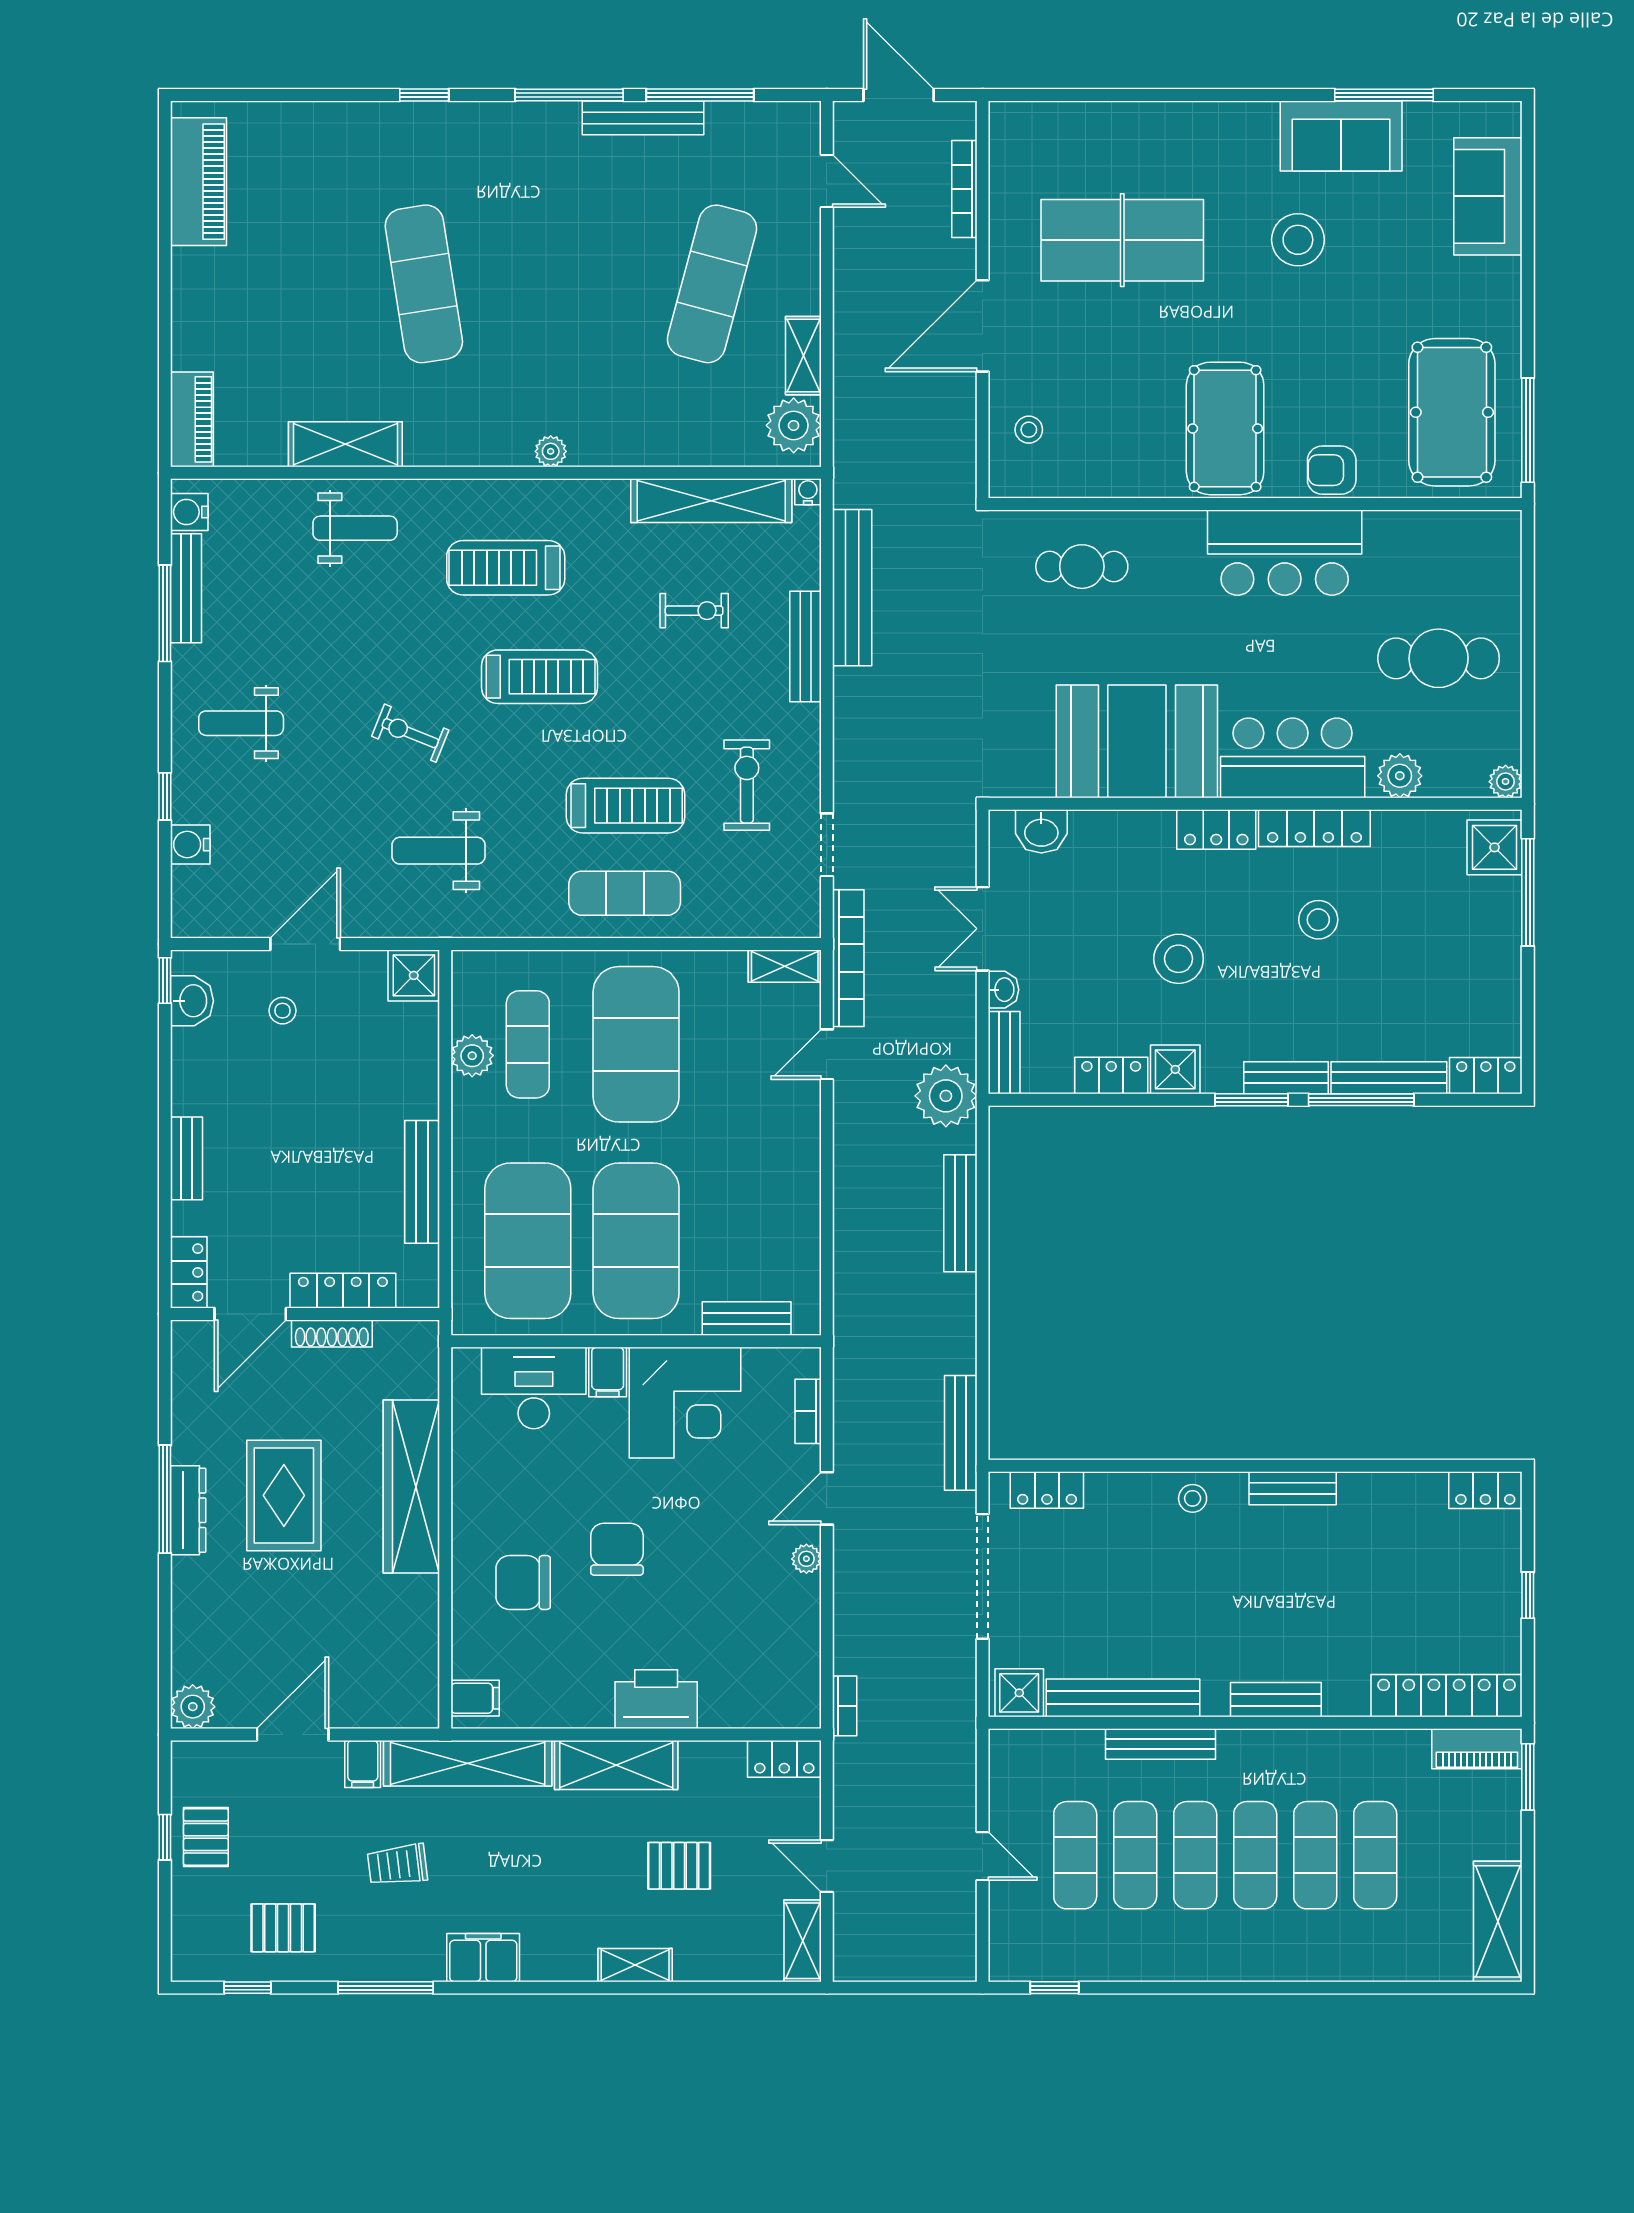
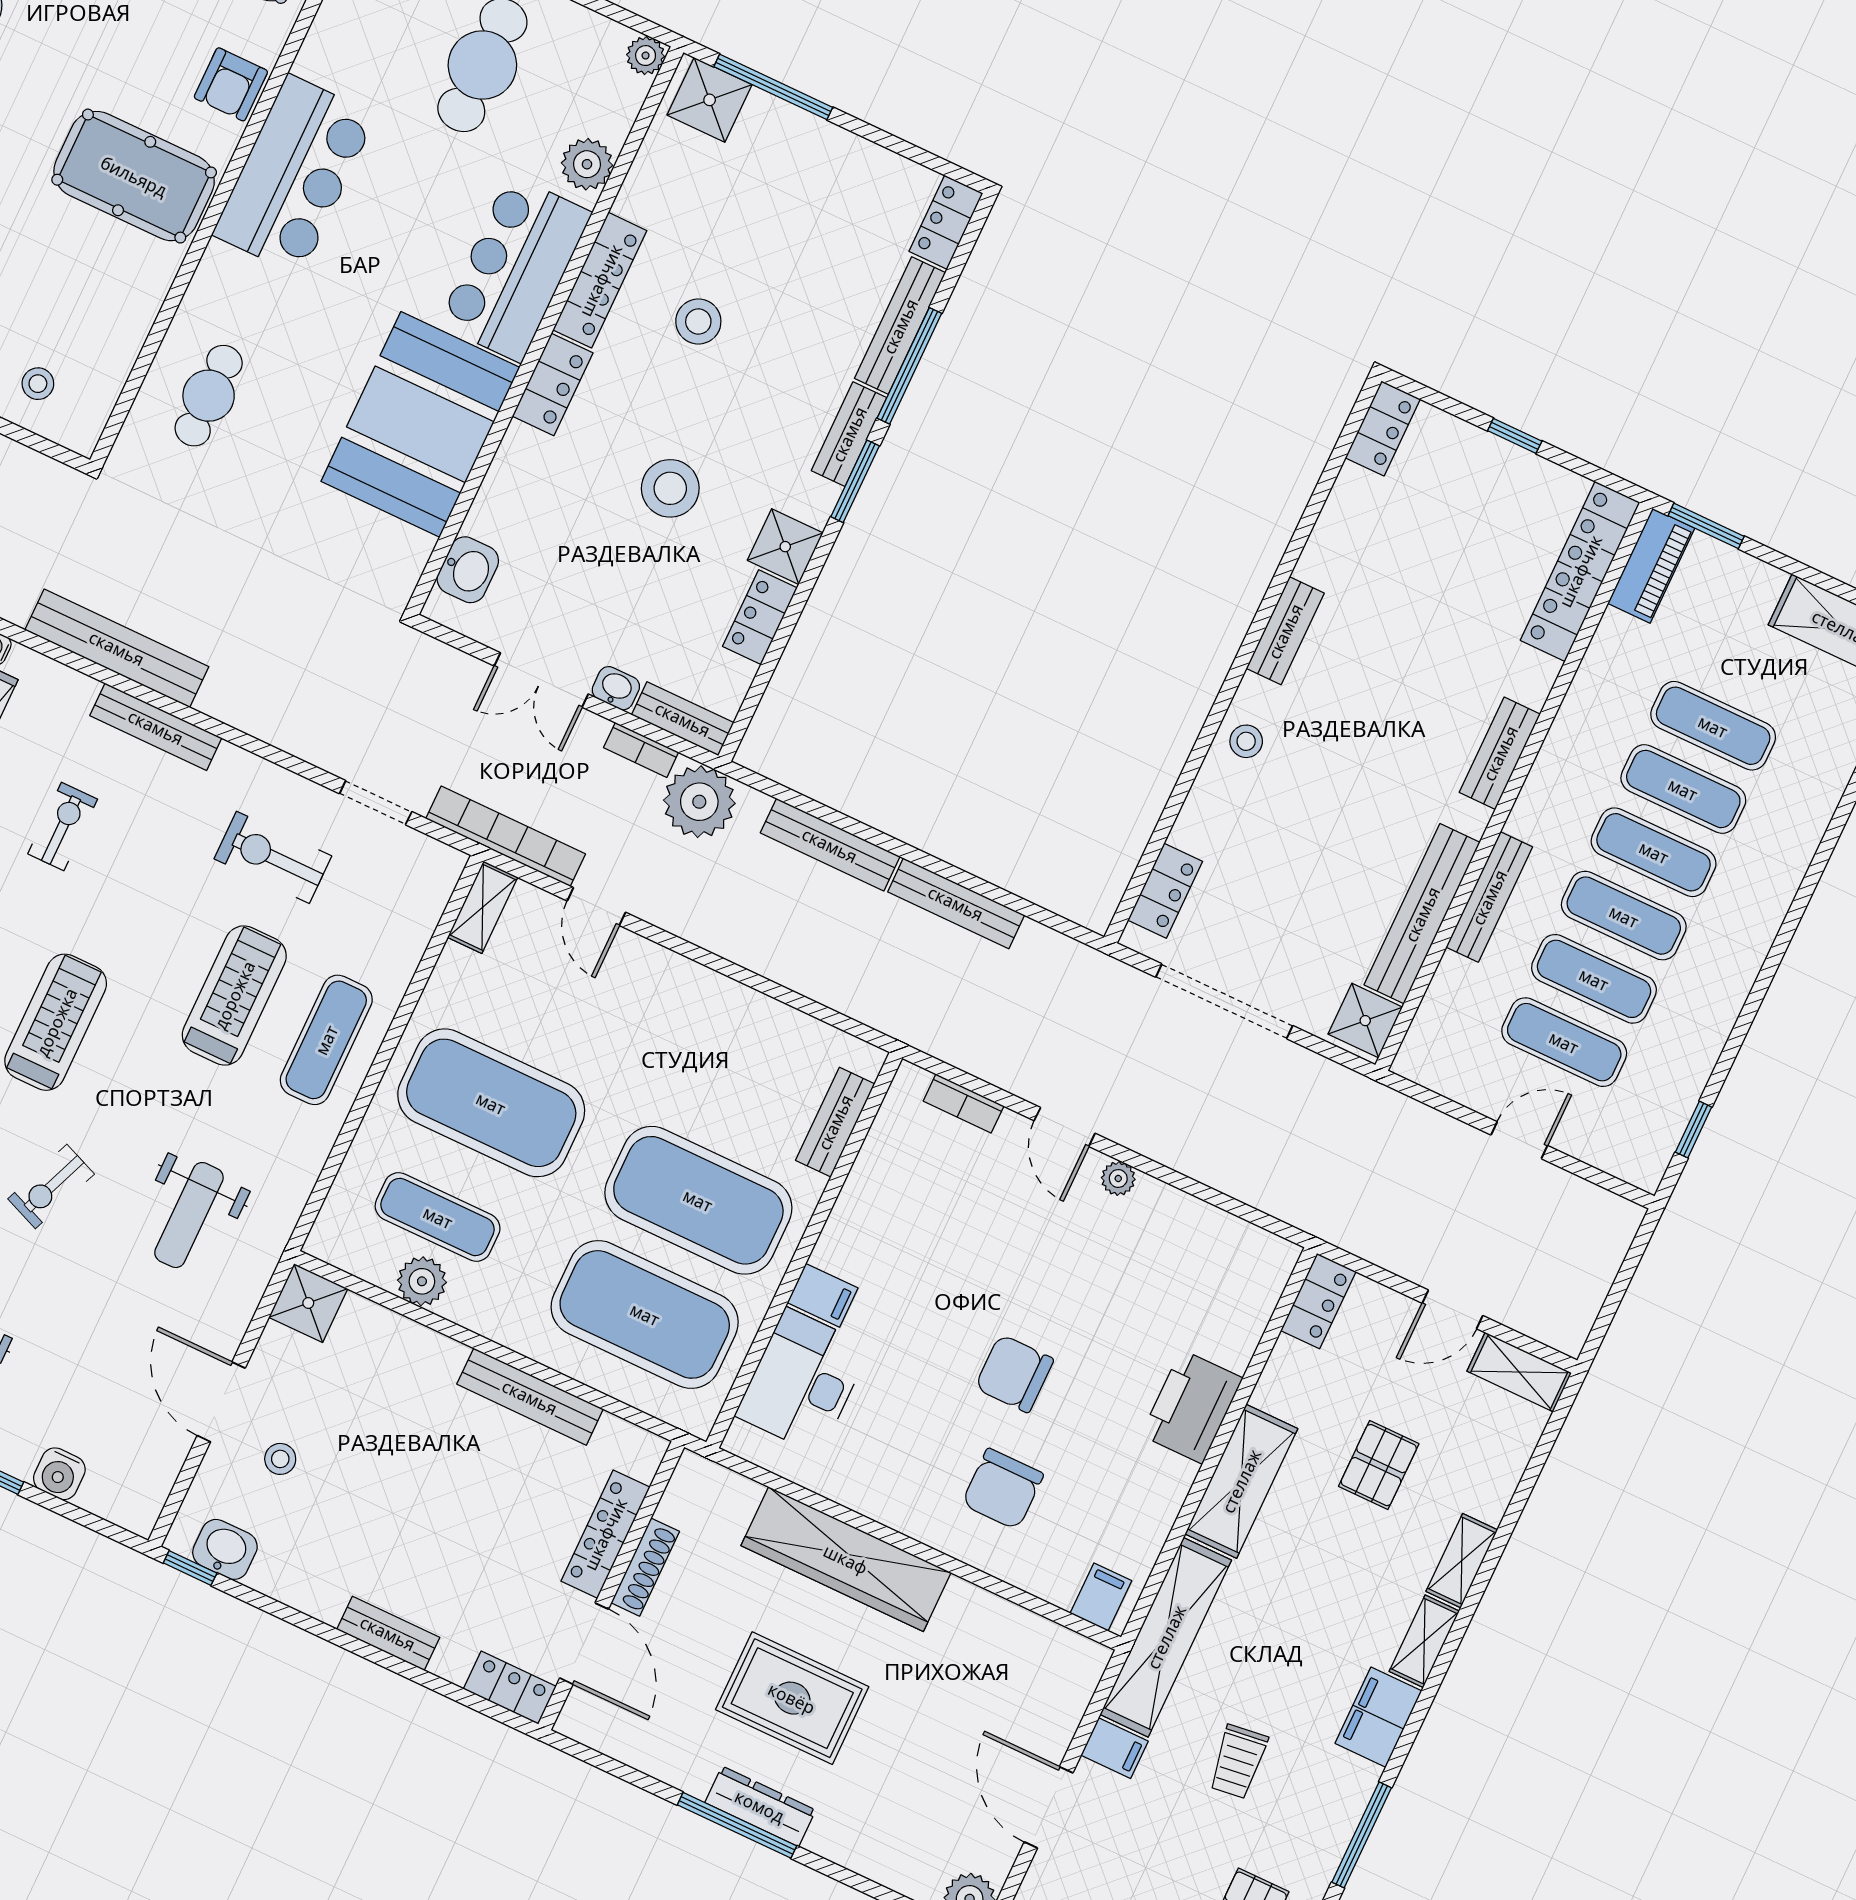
corner desk: (685, 1403) -> (893, 1229), removed
bench: (961, 1433) -> (956, 903), moved
bookcase: (845, 1706) -> (641, 750), moved, turned 180
shelving: (559, 1965) -> (1424, 1641), added

